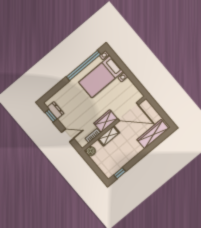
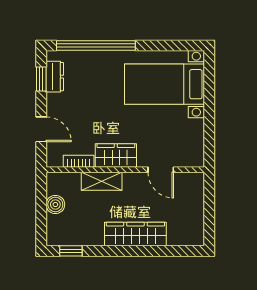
window: (83, 66) -> (96, 46), moved
door: (128, 112) -> (161, 170), width x0.53
wardrobe: (153, 134) -> (135, 234), moved
boiler: (90, 151) -> (55, 204), moved

